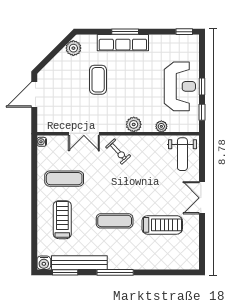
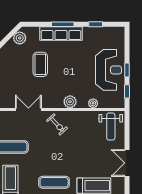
window: (184, 32) -> (96, 24), moved
double door: (84, 134) -> (28, 109), swing flipped

